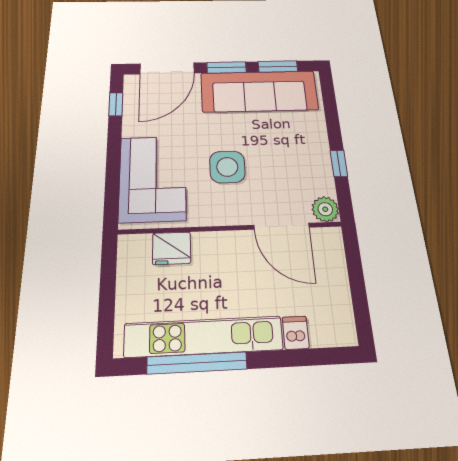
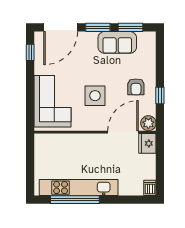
sofa: (259, 91) -> (117, 42), width x0.54, depth x0.79
armchair: (296, 151) -> (136, 87), added
door: (282, 226) -> (123, 132), swing flipped
fridge: (172, 248) -> (147, 143), moved, turned 90
dishwasher: (296, 333) -> (150, 188), moved

